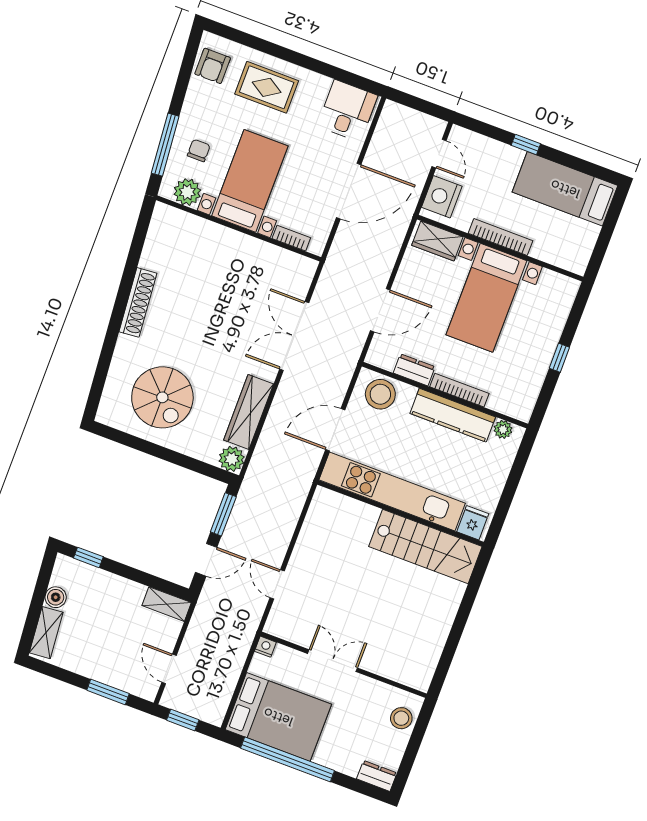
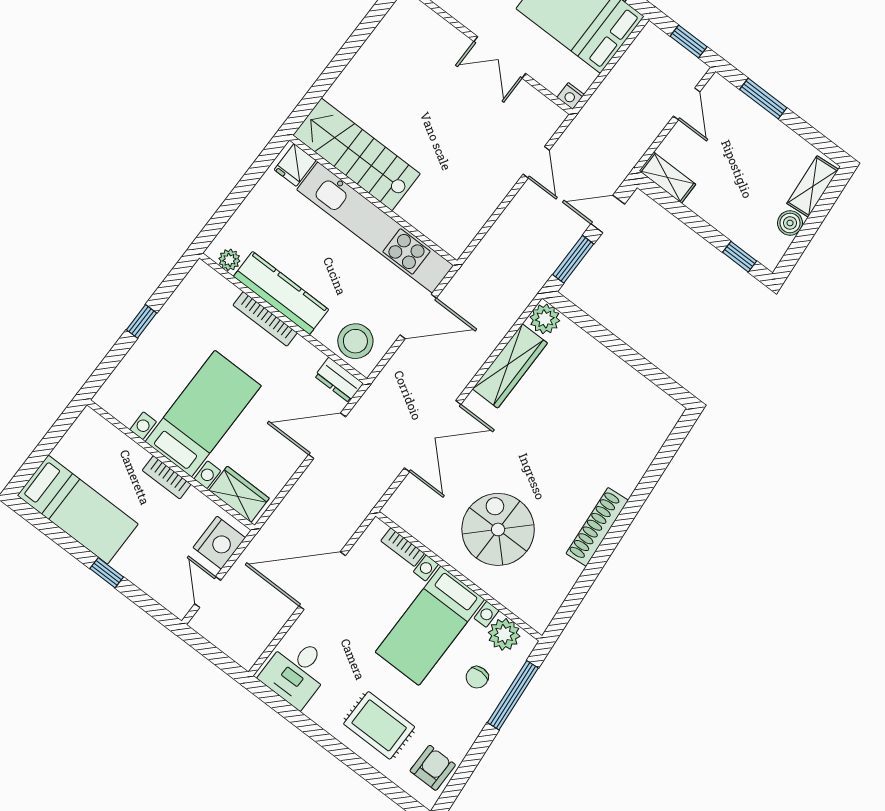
bookcase: (501, 237) -> (167, 477), width x0.64
dresser: (414, 370) -> (339, 380), moved
spiral stairs: (162, 397) -> (498, 529), moved

